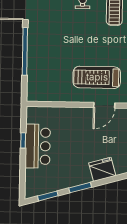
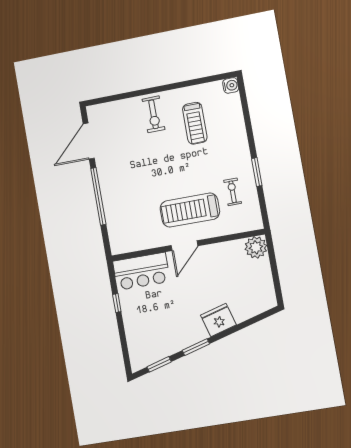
door: (104, 105) -> (184, 246), moved
bar counter: (38, 146) -> (141, 271), moved, turned 90

